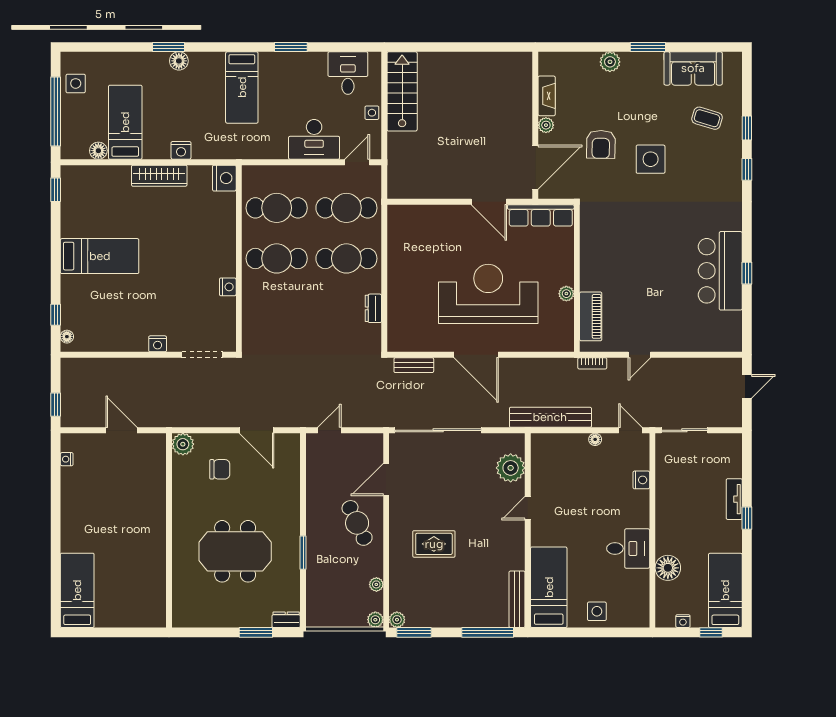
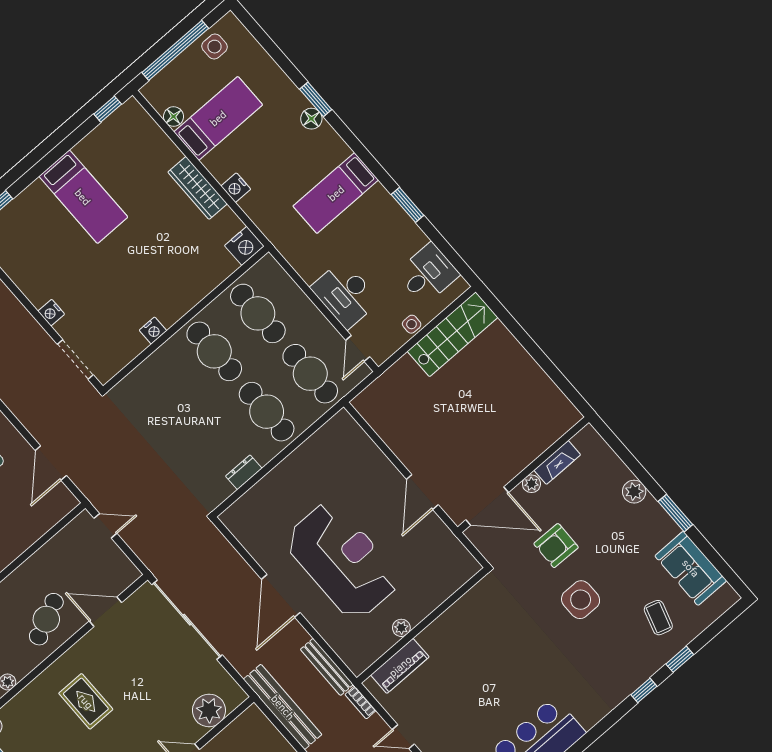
door: (357, 162) -> (358, 349), swing flipped
row of seats: (541, 215) -> (450, 547), removed
bench: (414, 365) -> (327, 667), moved, width x1.36

